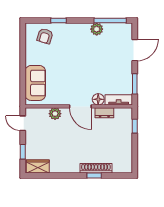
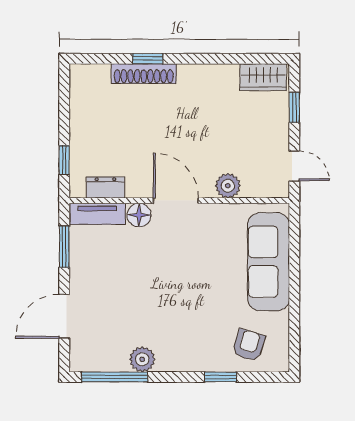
sofa: (35, 83) -> (269, 262), width x1.36
dresser: (104, 113) -> (105, 188), moved

